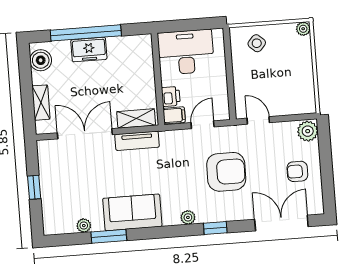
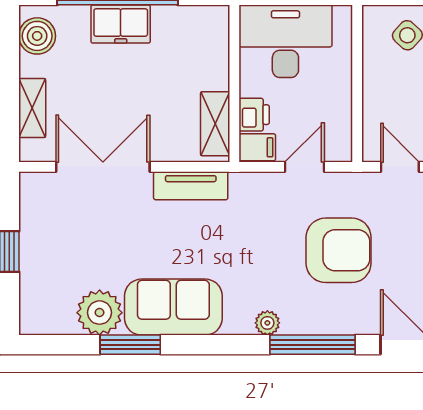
shelving: (136, 118) -> (215, 124), moved, turned 90
plant: (84, 226) -> (100, 313), width x1.88, depth x1.88
window: (215, 228) -> (312, 345), width x2.17

